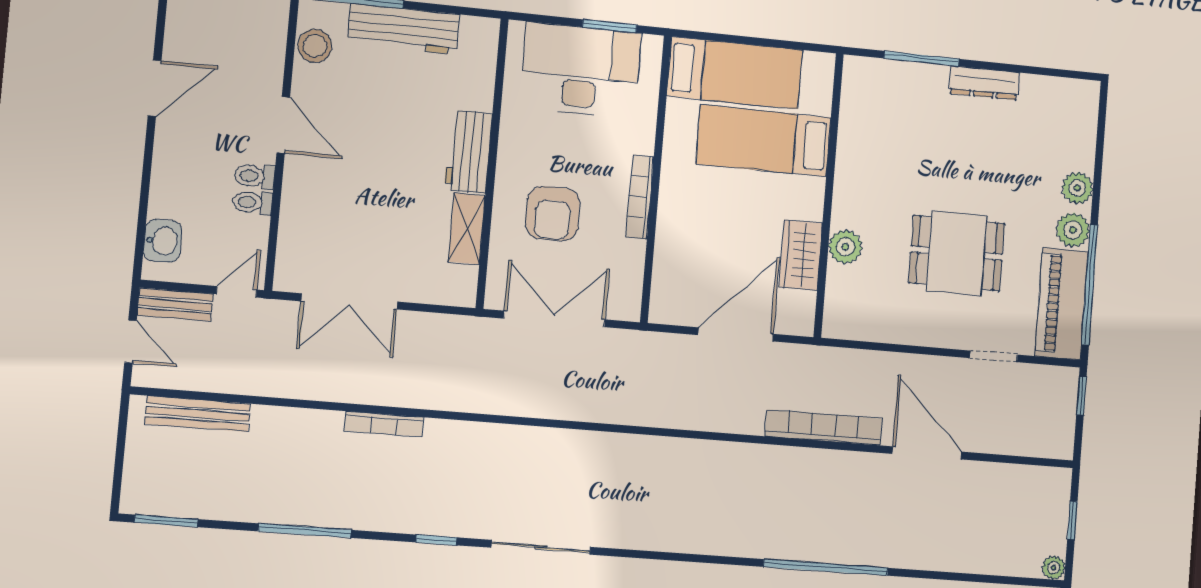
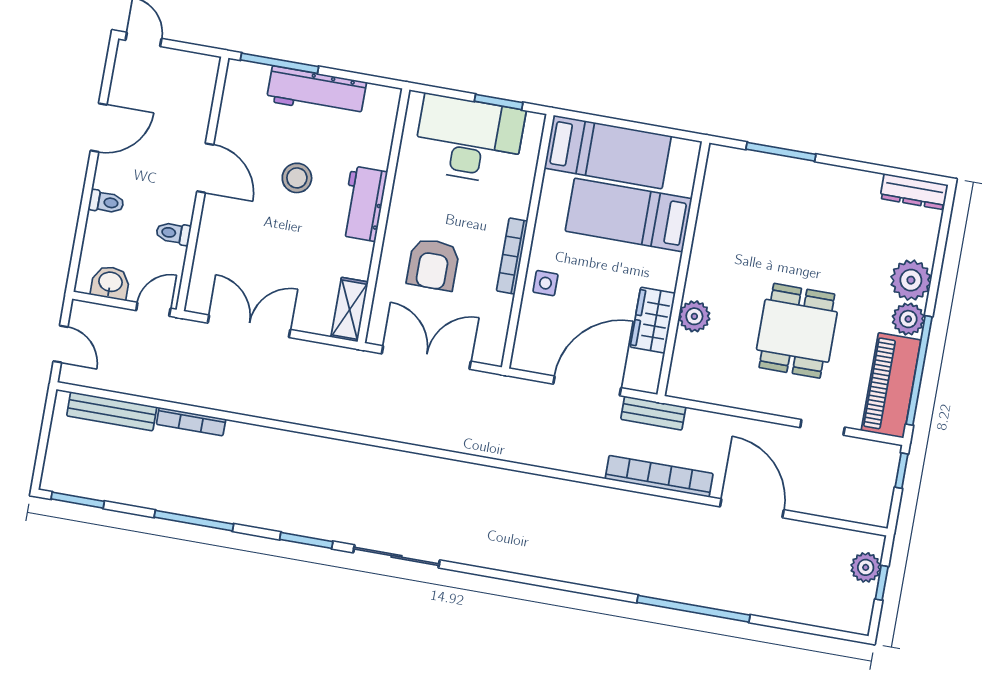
stool: (315, 46) -> (297, 178), moved
dresser: (984, 83) -> (914, 192), moved
toilet: (255, 176) -> (106, 202), moved, turned 180
plant: (1077, 188) -> (911, 280), width x1.36, depth x1.36
side table: (680, 224) -> (545, 283), added
shelving: (467, 229) -> (350, 310), moved
washbasin: (162, 241) -> (110, 283), moved, turned -90
dining table: (957, 253) -> (797, 331), turned 90
double door: (349, 301) -> (249, 326), swing flipped
bench: (175, 304) -> (653, 413), moved
bookcase: (384, 424) -> (191, 422), moved
window: (436, 540) -> (306, 540), width x1.50
window: (826, 567) -> (693, 609), moved
plant: (1054, 568) -> (866, 567), moved, width x1.38, depth x1.38

